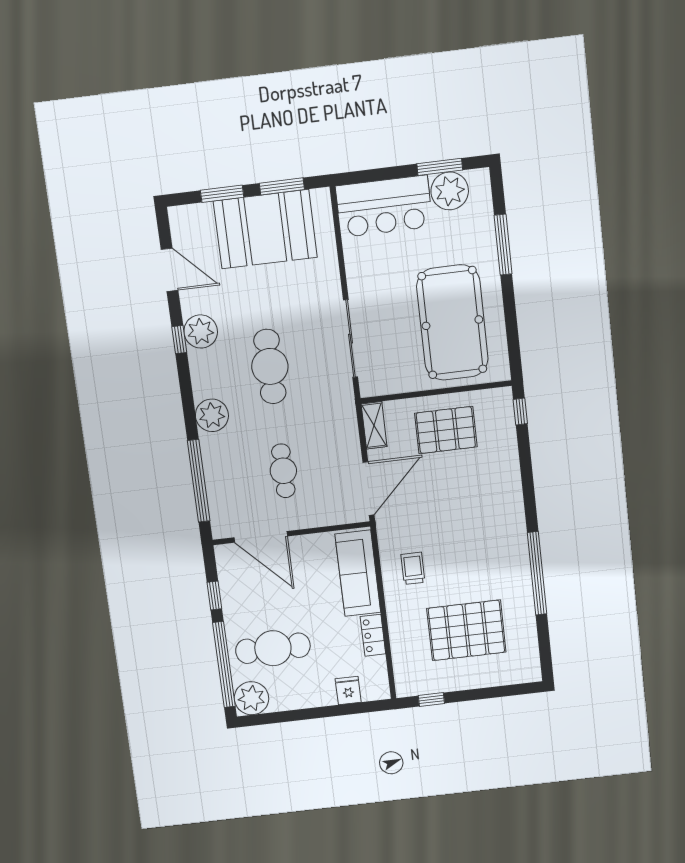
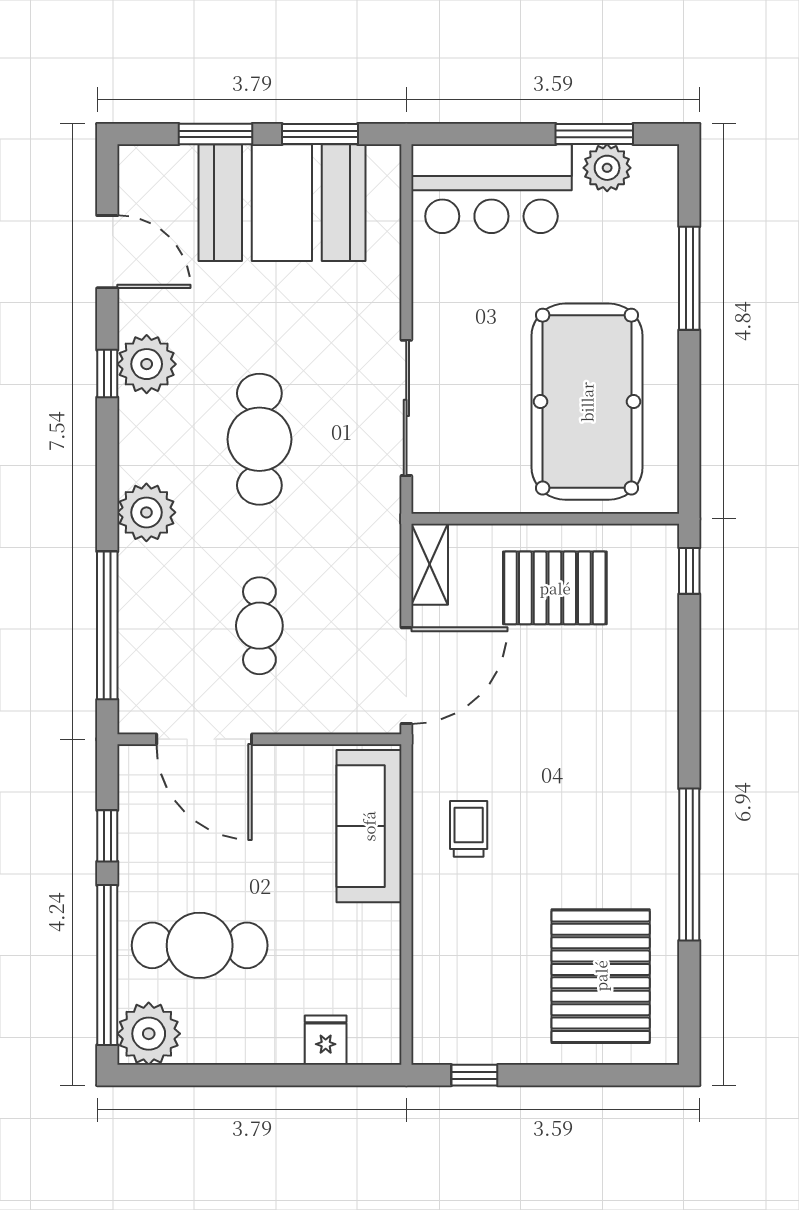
plant: (450, 191) -> (607, 168), width x0.73, depth x0.73
pallet: (466, 630) -> (601, 976), moved, turned 90
locker: (373, 635) -> (383, 943), removed

